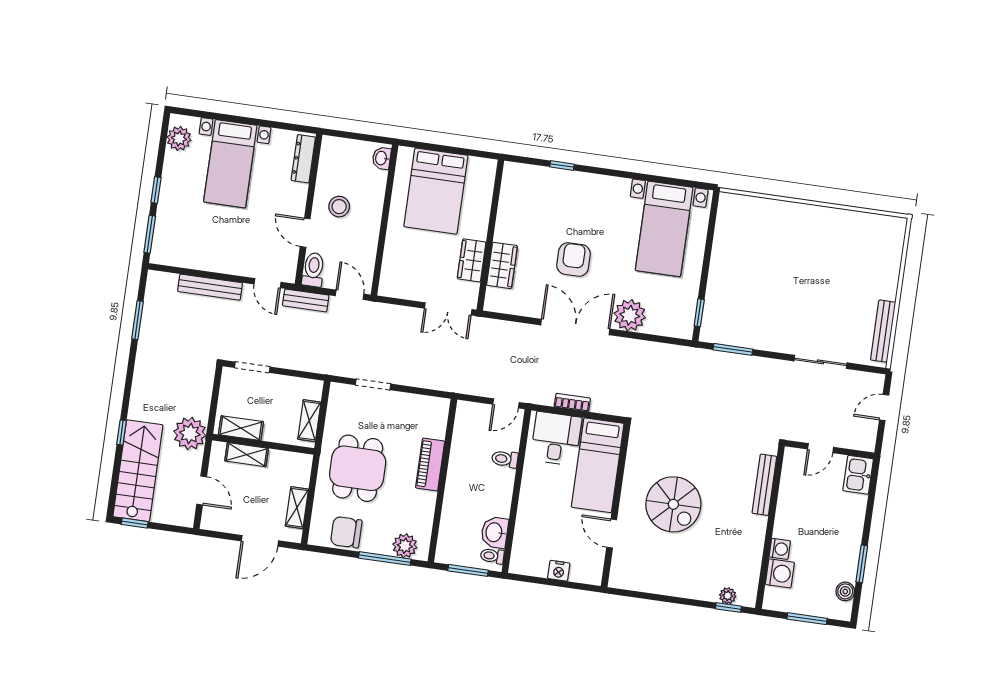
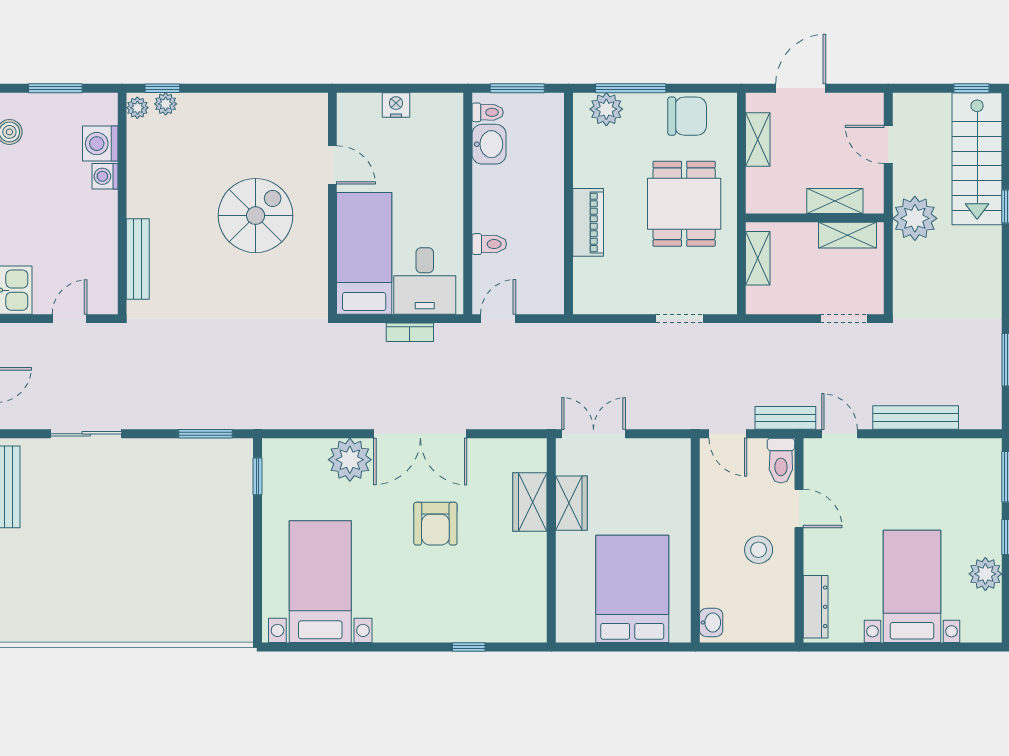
plant: (179, 138) -> (985, 574), moved
spiral stairs: (673, 504) -> (256, 216), turned 90
plant: (749, 596) -> (137, 108), added

